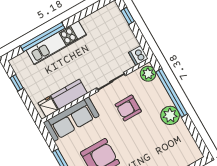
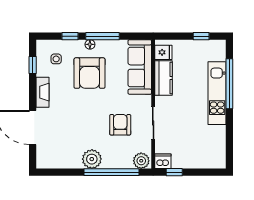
window: (128, 16) -> (174, 172), moved

